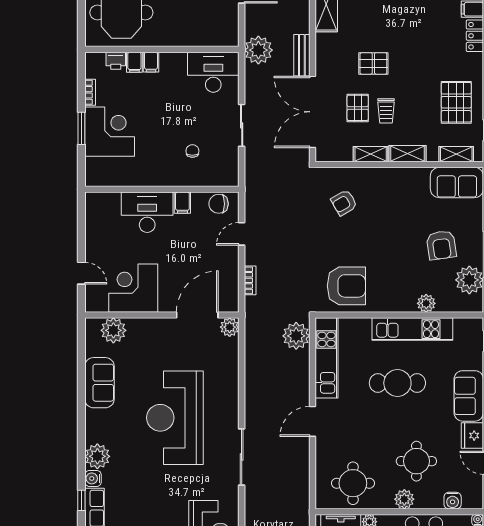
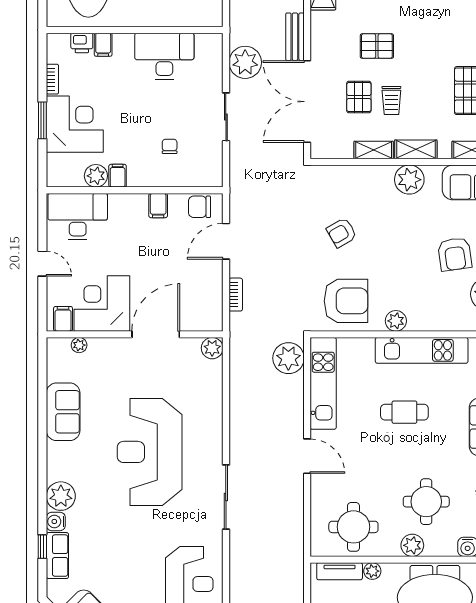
plant: (258, 50) -> (245, 62), moved
filing cabinet: (151, 62) -> (118, 176), moved, turned 180
desk: (213, 72) -> (164, 56), moved
plant: (128, 177) -> (96, 176), added
plant: (402, 180) -> (409, 180), added
armchair: (344, 203) -> (342, 233), moved
desk: (147, 212) -> (78, 217), moved
door: (242, 234) -> (226, 241), width x1.38
door: (81, 273) -> (42, 264), moved
filing cabinet: (99, 302) -> (63, 319), added
plant: (426, 303) -> (396, 321), moved
door: (197, 315) -> (156, 334), moved
plant: (113, 330) -> (79, 345), width x0.53, depth x0.53
cafe table: (397, 383) -> (404, 412), width x0.73, depth x0.74
door: (312, 421) -> (307, 456), swing flipped

